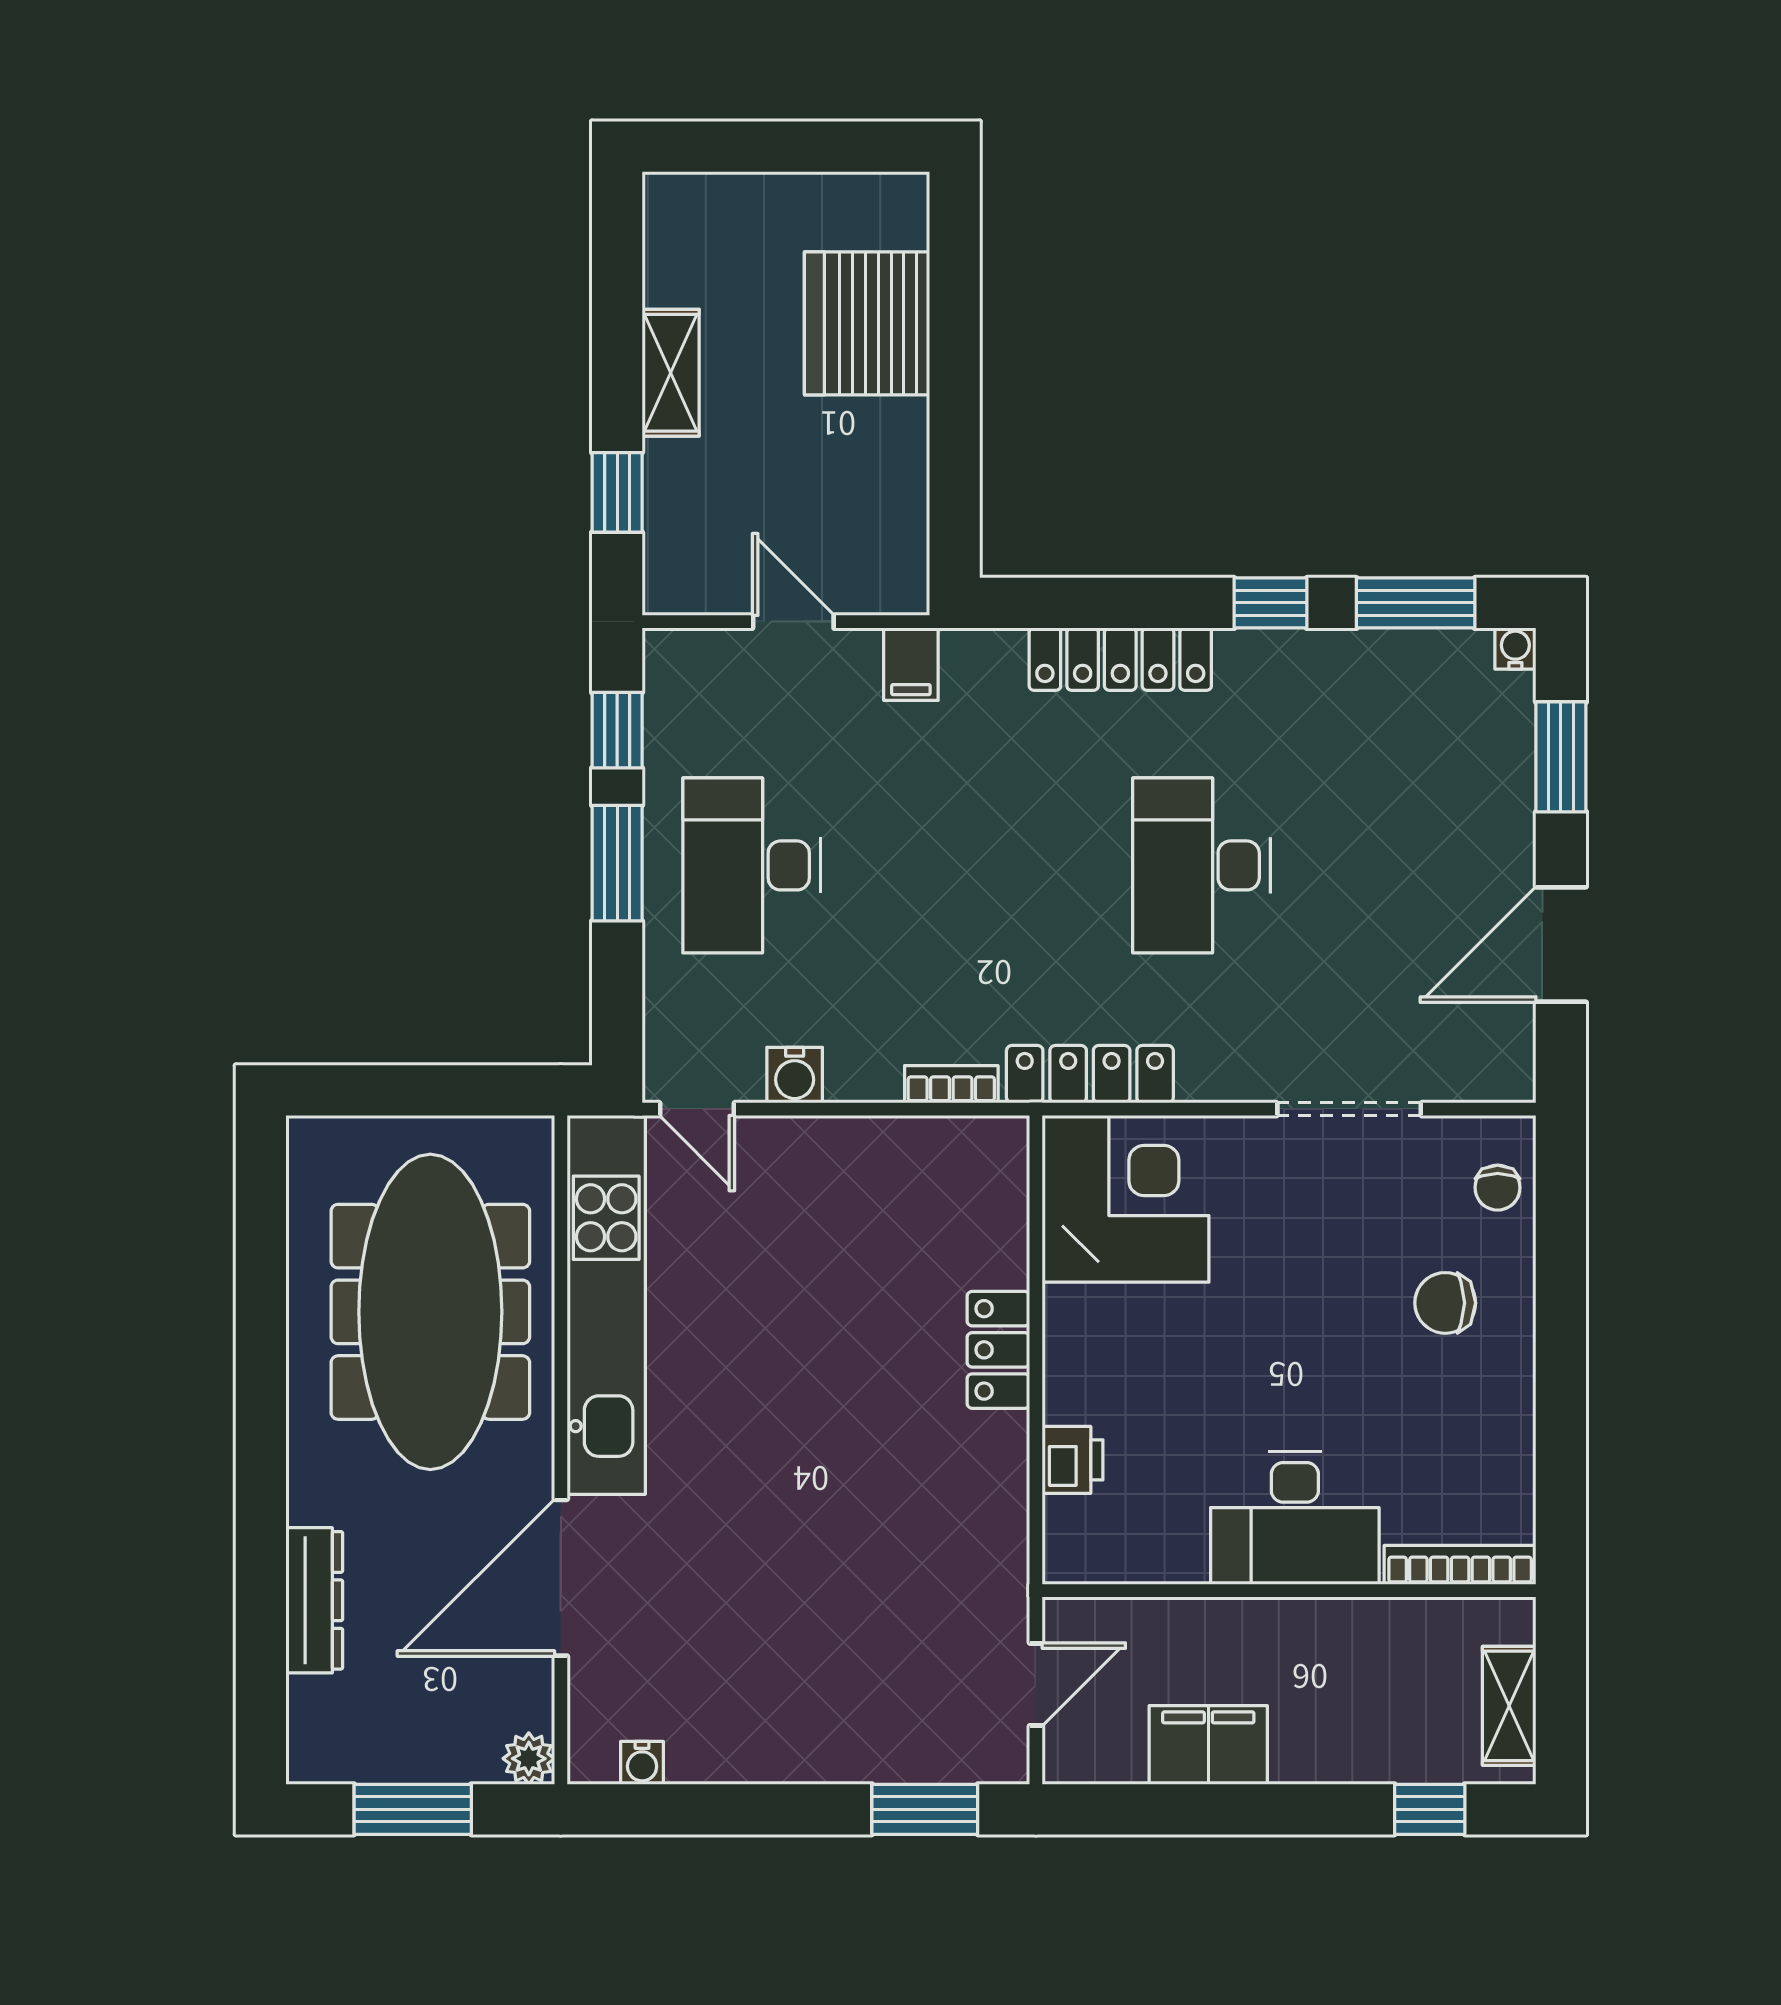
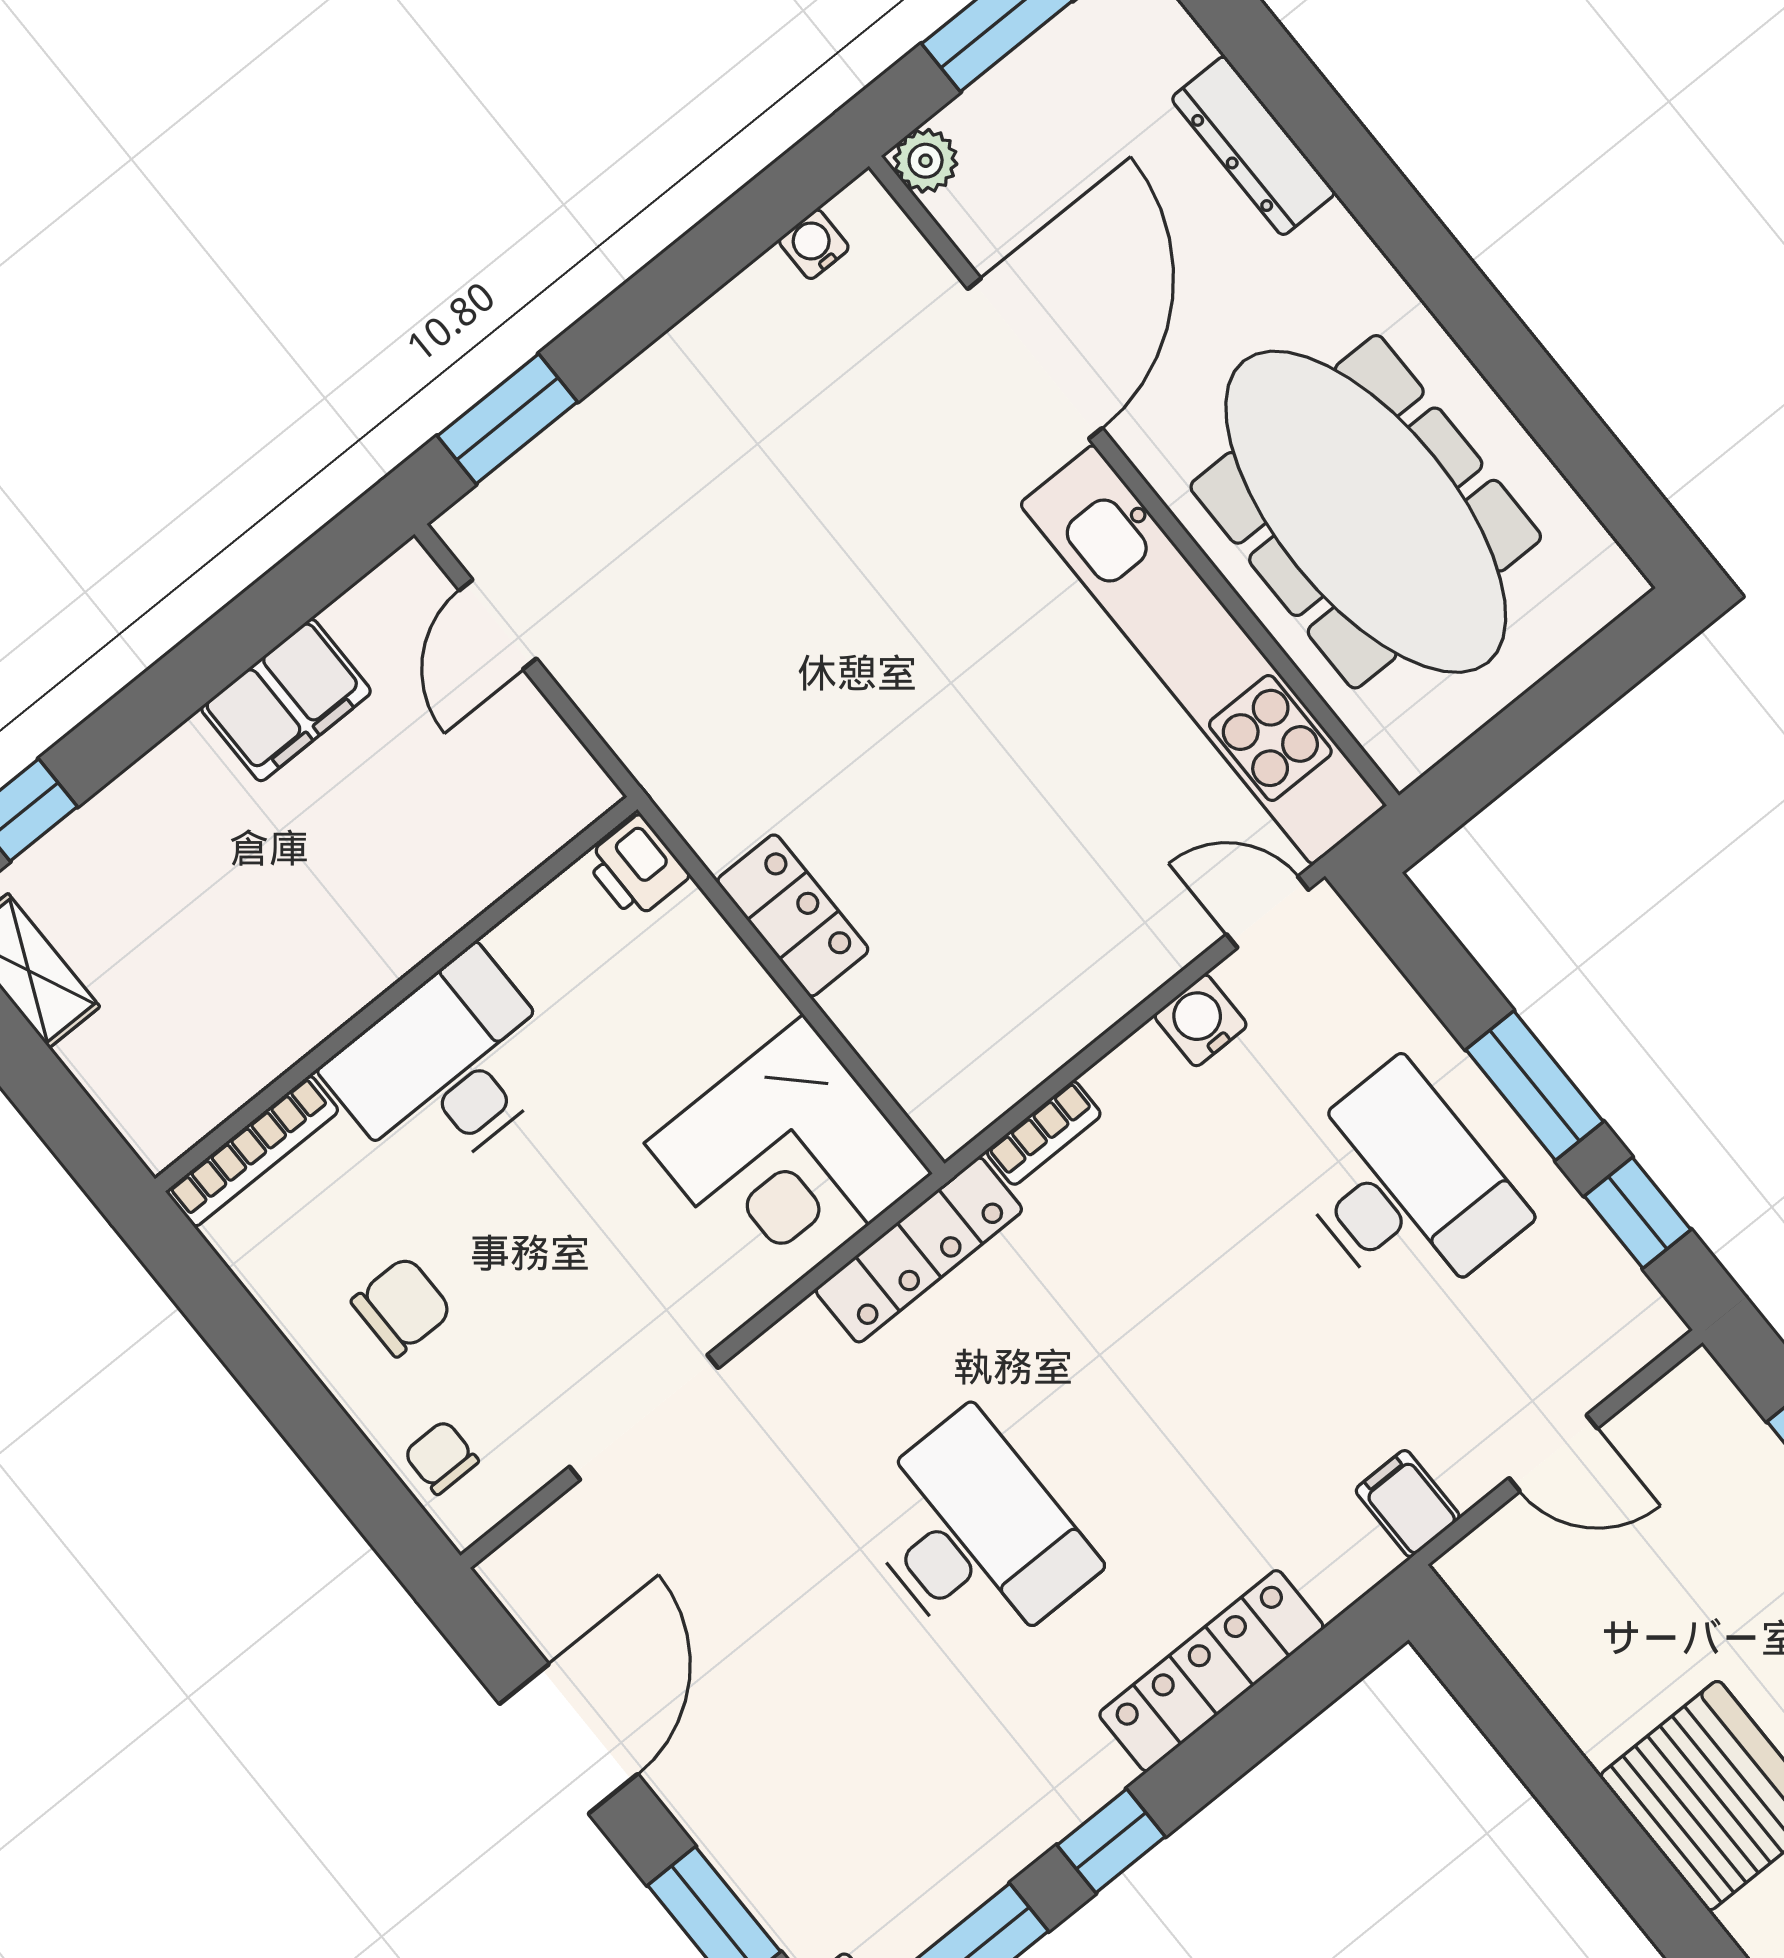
desk: (1295, 1518) -> (447, 1068), moved
bookcase: (1460, 1565) -> (253, 1151), moved
wall: (1289, 1591) -> (396, 994), moved

